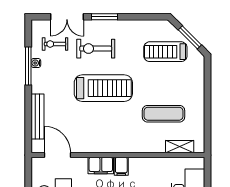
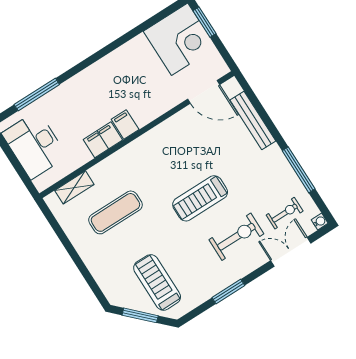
window: (105, 17) -> (228, 291), moved
treadmill: (165, 52) -> (157, 282), turned -90
water cooler: (36, 63) -> (320, 221), moved
treadmill: (103, 88) -> (200, 198), width x0.73, depth x0.73
filing cabinet: (101, 166) -> (103, 140), moved

